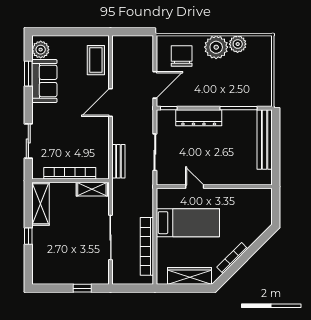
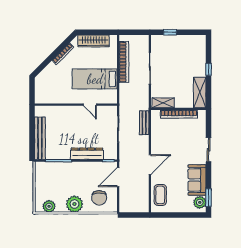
plant: (238, 44) -> (49, 206), moved
window: (28, 74) -> (209, 198), moved
sliding door: (28, 141) -> (209, 150), moved

